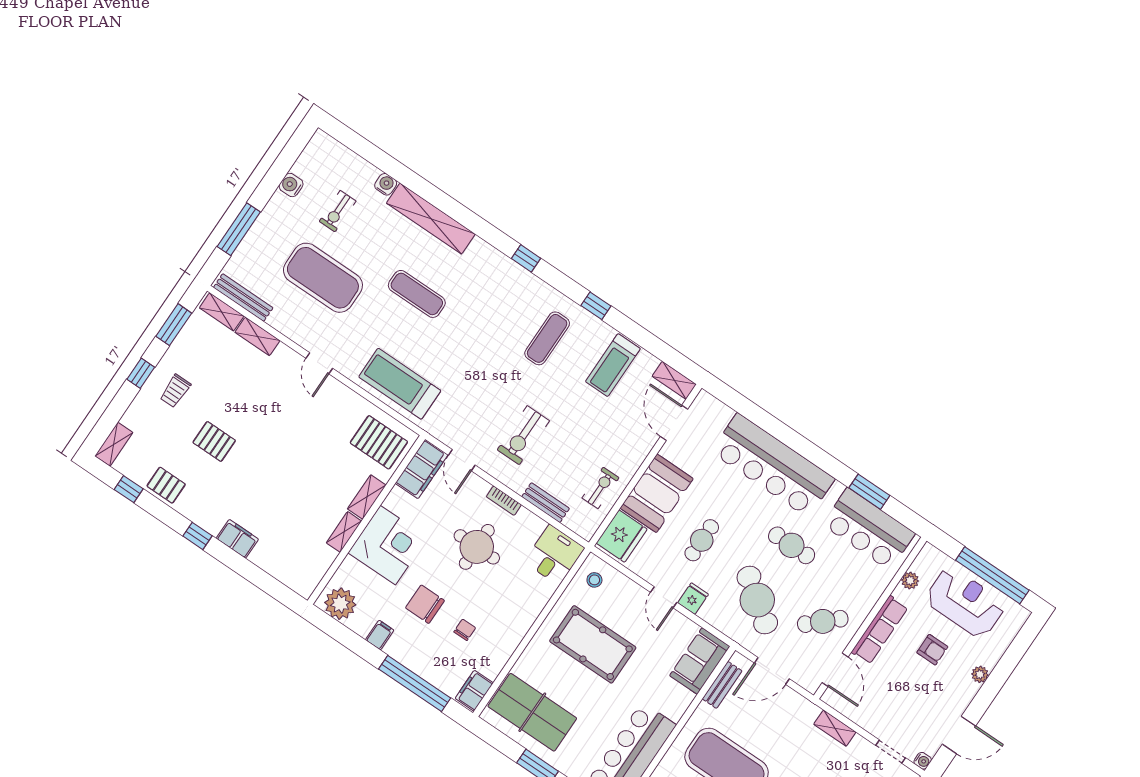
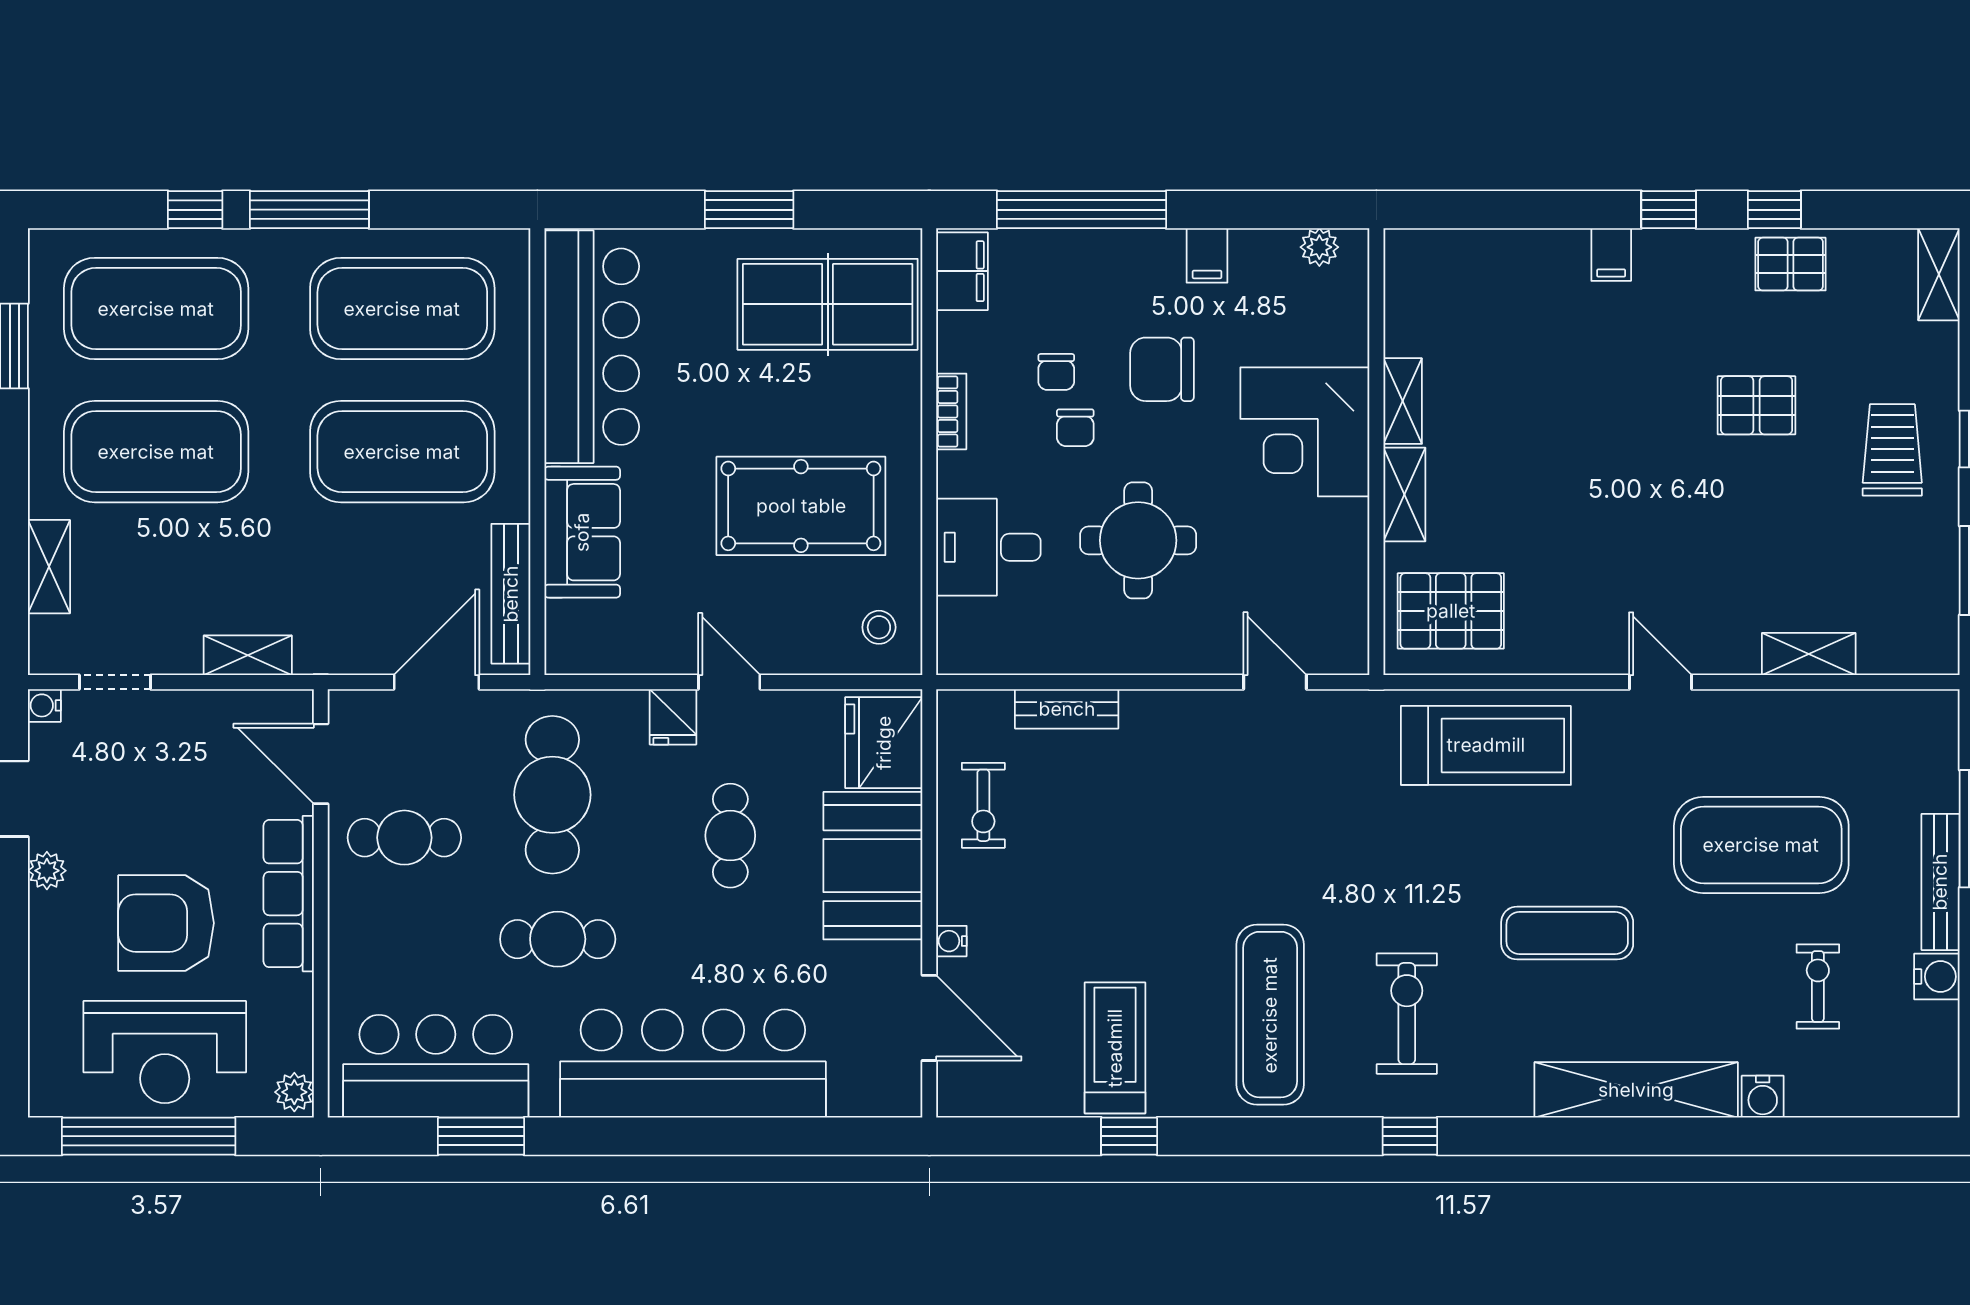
bench: (243, 298) -> (1940, 882), moved, turned 90
window: (596, 306) -> (1129, 1136), moved
shelving: (222, 312) -> (1906, 654), removed
exercise mat: (547, 338) -> (1270, 1015), width x1.36, depth x1.45
shelving: (674, 380) -> (982, 1097), removed
trolley: (175, 391) -> (1892, 450), width x1.36, depth x1.39
exercise bike: (523, 435) -> (1407, 1014), moved
water cooler: (646, 446) -> (951, 941), added
filing cabinet: (422, 469) -> (1338, 615), removed
window: (129, 489) -> (1774, 210), moved
bookcase: (504, 501) -> (951, 411), moved, turned 90
filing cabinet: (237, 539) -> (1611, 254), width x0.50
desk: (554, 555) -> (988, 547), moved, turned 90
plant: (910, 581) -> (294, 1092), moved
cafe table: (757, 600) -> (552, 795), turned 54
plant: (340, 604) -> (1319, 247), width x0.53, depth x0.53
chair: (425, 604) -> (1162, 369), turned 180
chair: (472, 604) -> (1075, 428), added
cafe table: (823, 621) -> (404, 838), turned 43
armchair: (932, 650) -> (166, 923), width x1.88, depth x1.88
sofa: (700, 661) -> (582, 532), moved
plant: (980, 674) -> (47, 871), moved
bench: (722, 685) -> (511, 594), width x1.36

